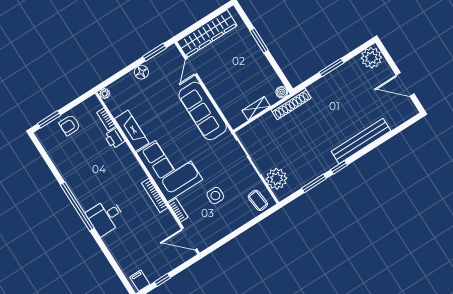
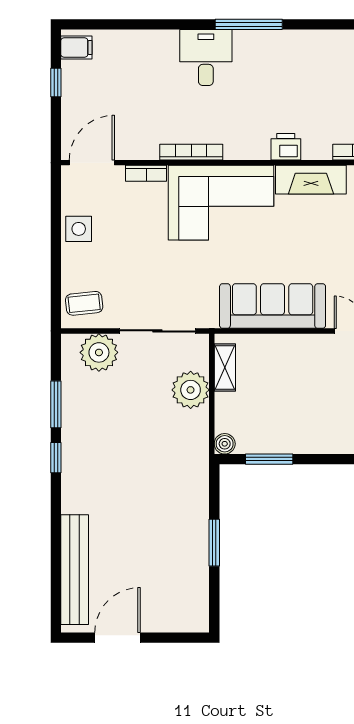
window: (259, 40) -> (269, 459), moved
plant: (371, 58) -> (191, 390), moved
shoe rack: (291, 104) -> (198, 446), removed
shelving: (256, 108) -> (225, 368), moved
printer: (115, 138) -> (286, 147), moved
bench: (361, 141) -> (75, 570), moved
side table: (215, 196) -> (79, 229), moved
window: (77, 207) -> (249, 24), width x0.68

